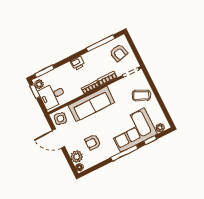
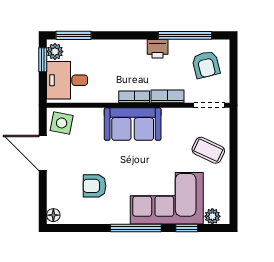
printer: (77, 63) -> (158, 49), moved
sofa: (91, 104) -> (133, 124), width x0.73
plant: (77, 157) -> (57, 196), removed

